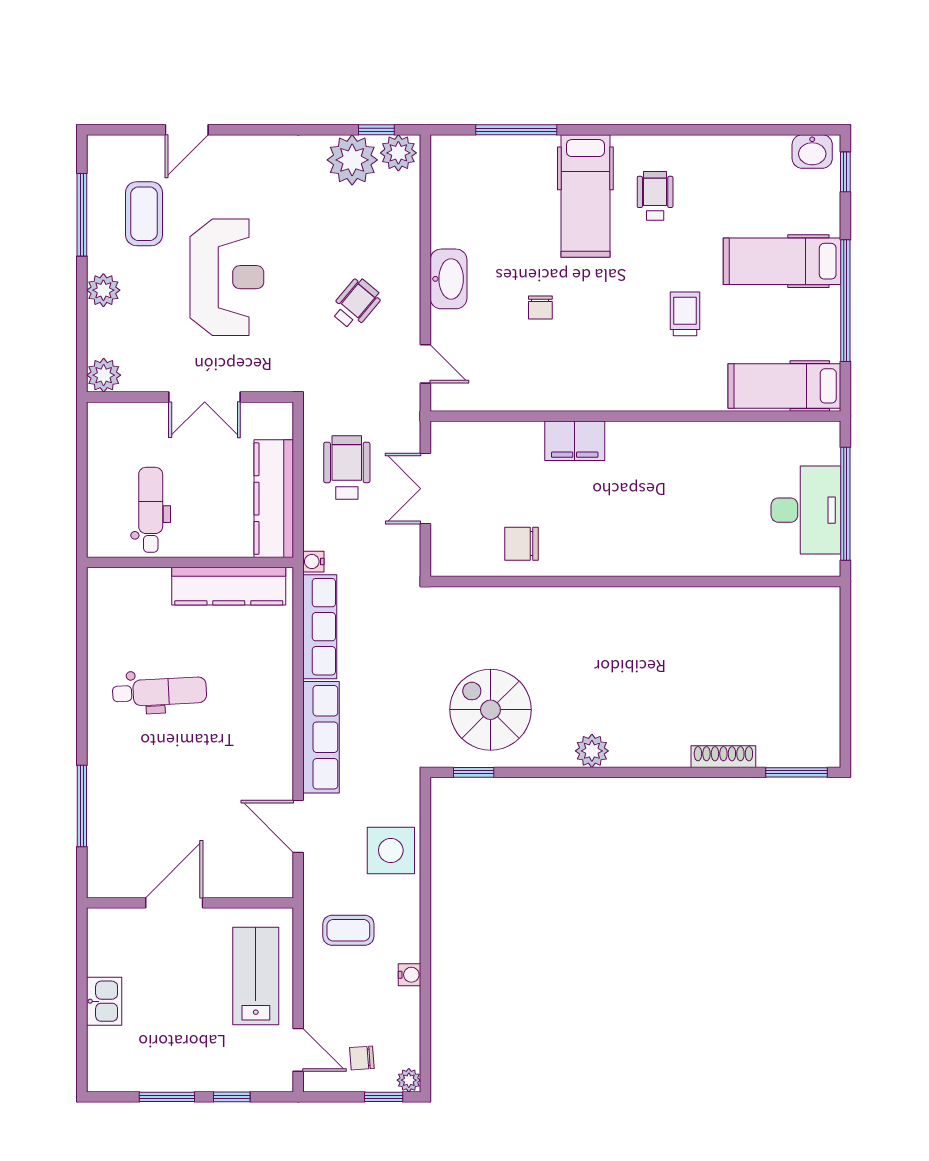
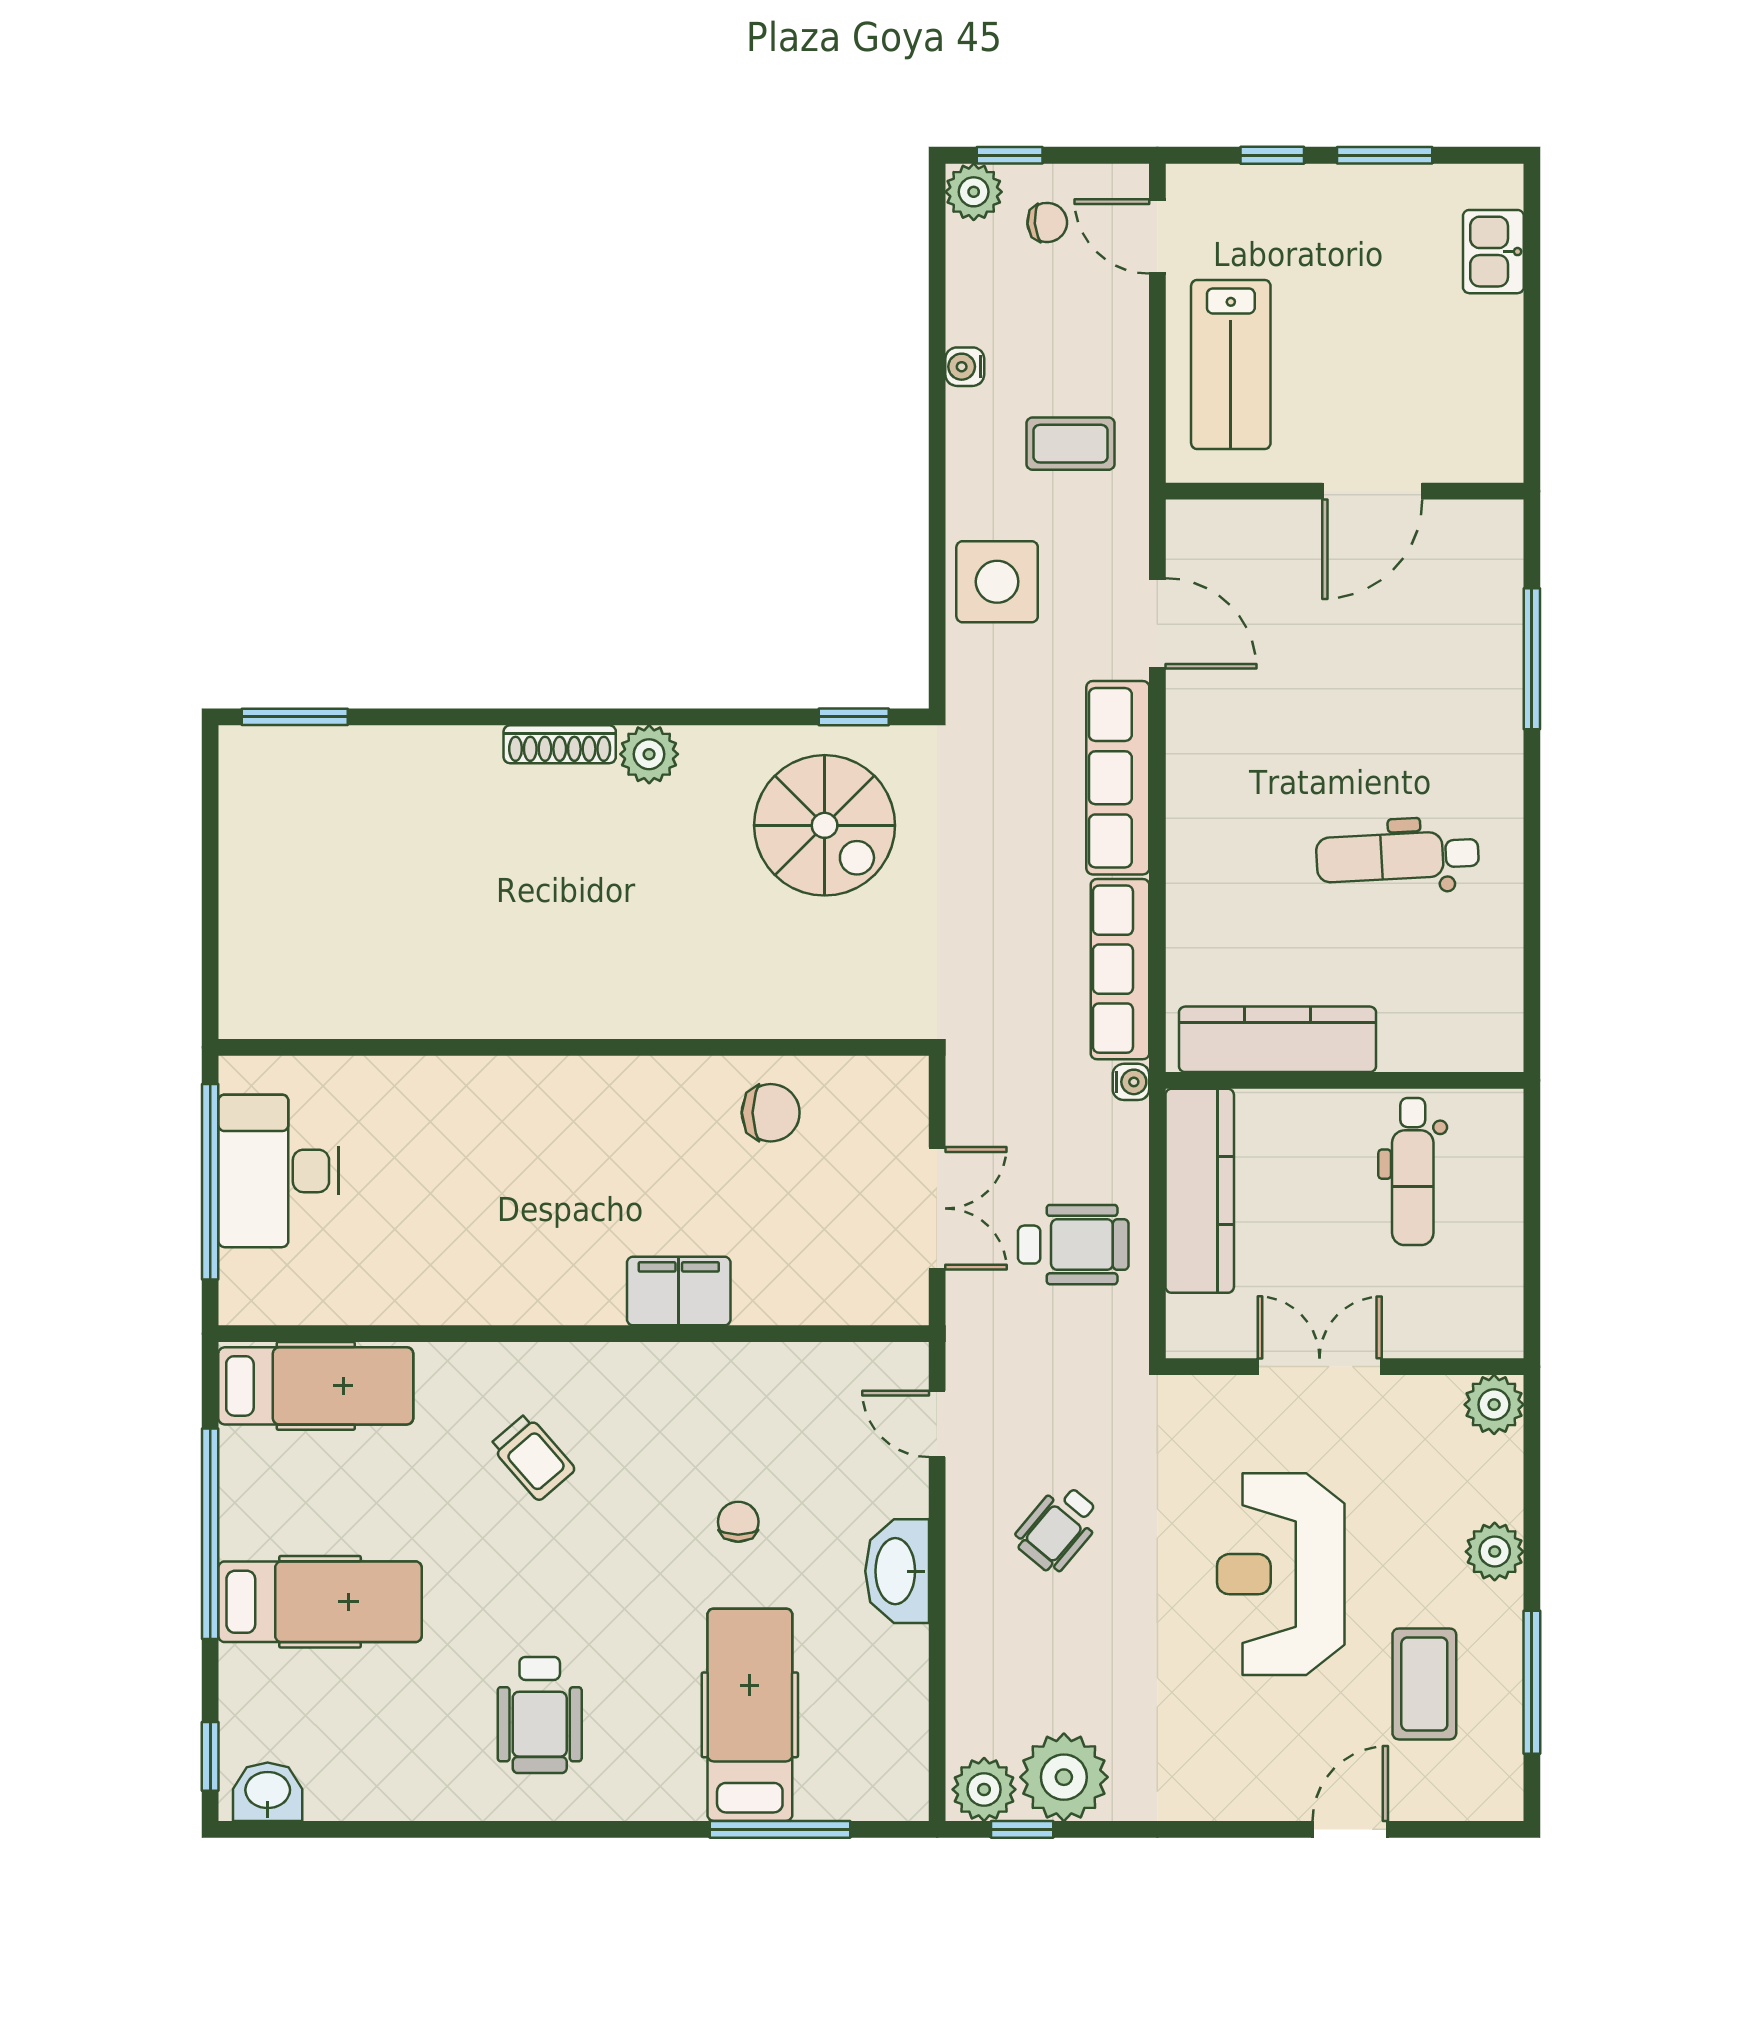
hospital bed: (585, 196) -> (750, 1715), moved
wheelchair: (655, 196) -> (540, 1715), width x1.36, depth x1.37
trolley: (685, 314) -> (533, 1457), moved, turned -41
wheelchair: (347, 468) -> (1073, 1245), turned -90
shoe rack: (723, 757) -> (560, 744), moved
kitchen sink: (104, 1001) -> (1493, 252), moved
plant: (409, 1080) -> (974, 192), width x1.38, depth x1.38

